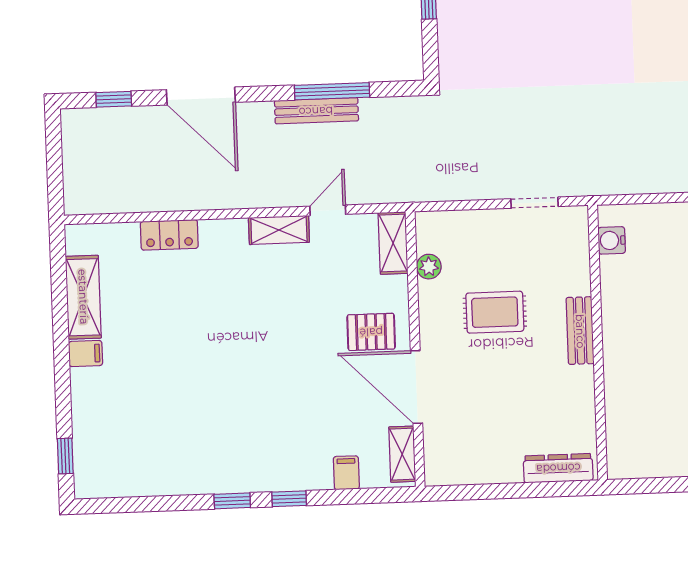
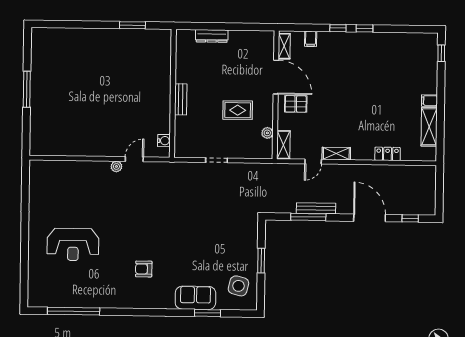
water cooler: (612, 240) -> (164, 141), moved
bench: (580, 331) -> (181, 99), moved
wall: (598, 342) -> (173, 93), moved

